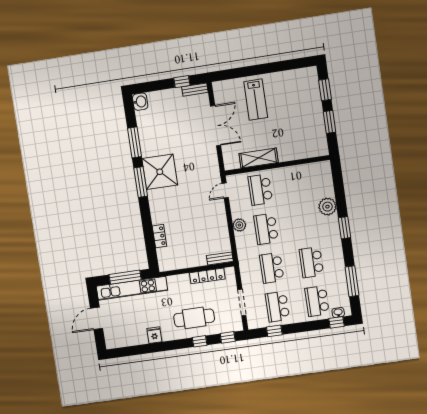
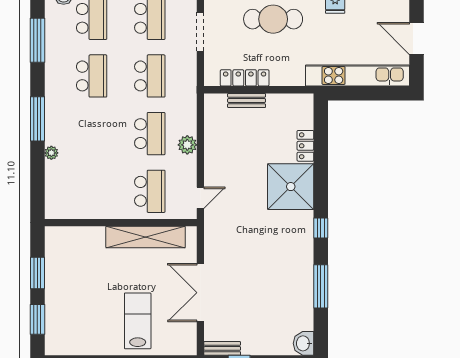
shelving: (259, 158) -> (146, 237), width x1.47
shower: (160, 172) -> (291, 187), moved
window: (141, 182) -> (321, 228), width x0.46
plant: (327, 207) -> (51, 153), width x0.53, depth x0.53
window: (344, 228) -> (37, 119), width x1.44
bench: (220, 258) -> (247, 100), moved
window: (125, 277) -> (365, 93), removed
door: (97, 318) -> (416, 39), swing flipped

